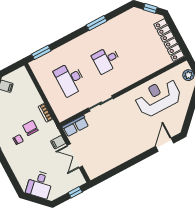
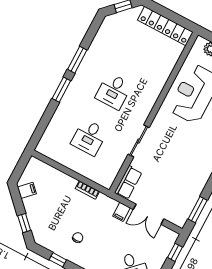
window: (41, 52) -> (61, 90), moved
desk: (70, 79) -> (89, 137), width x0.73
chair: (30, 128) -> (82, 217), removed
window: (109, 174) -> (198, 210), added

